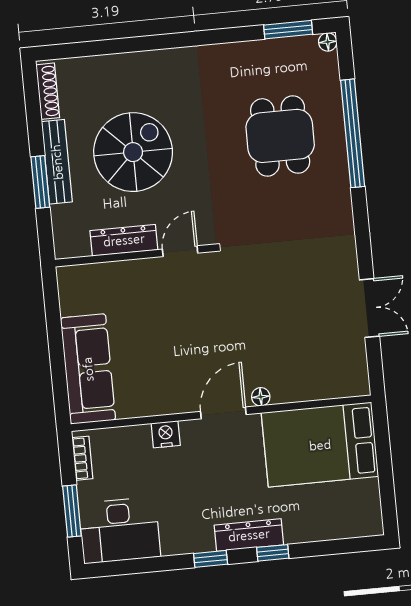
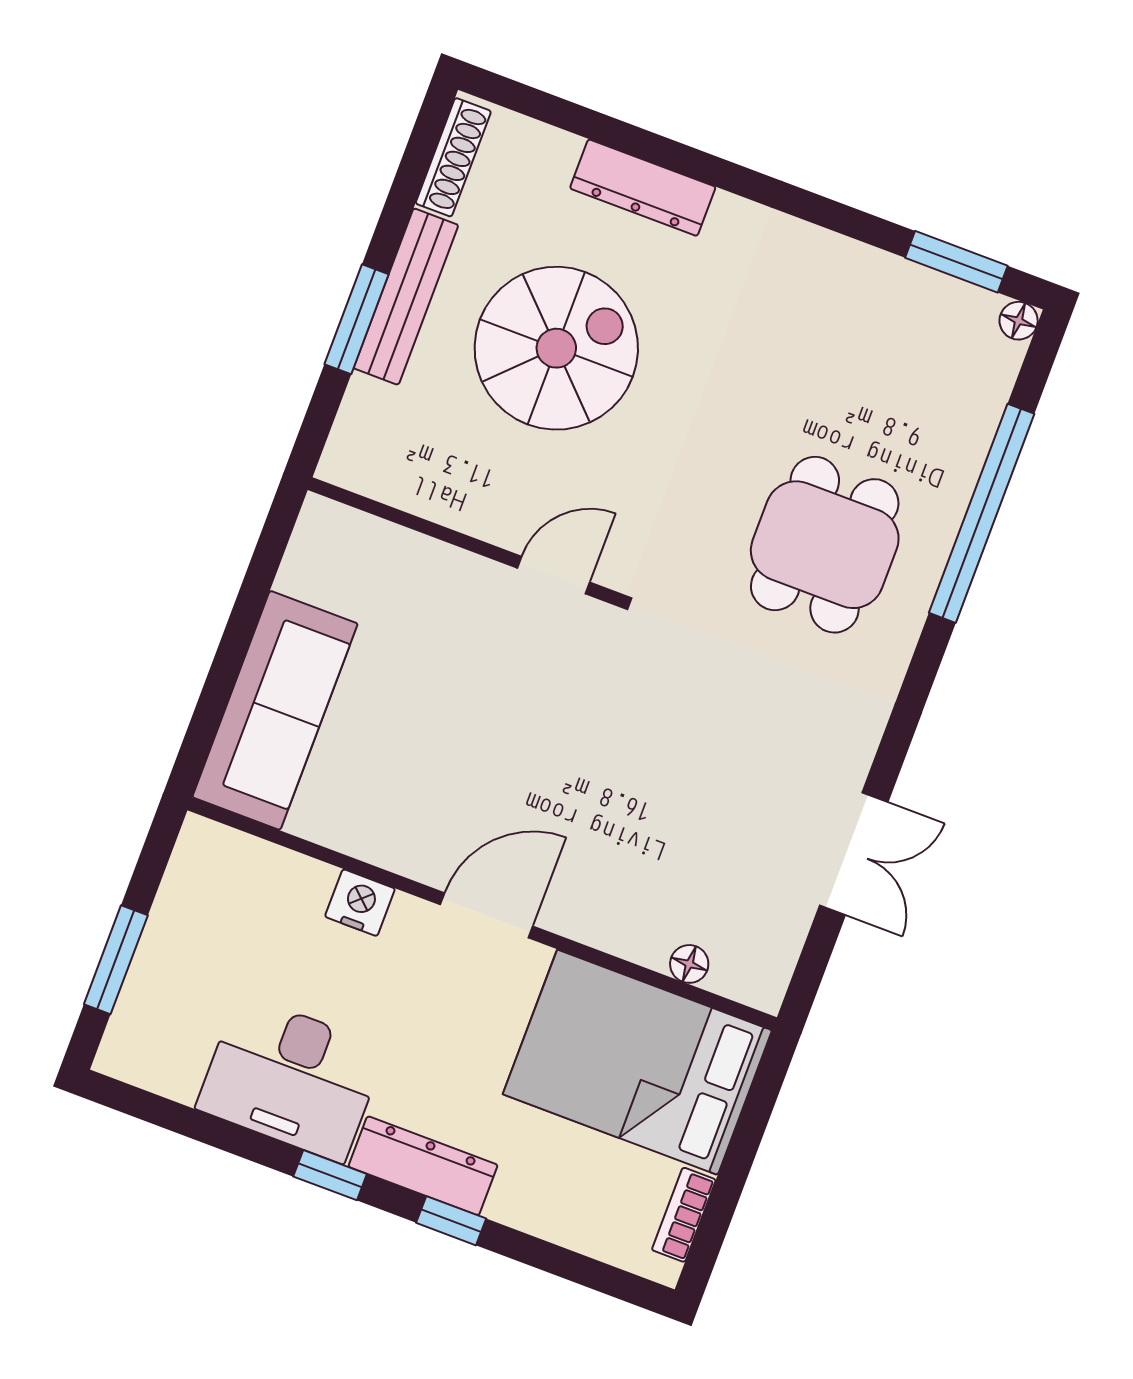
dining table: (280, 136) -> (825, 545), moved
dresser: (124, 240) -> (643, 188), moved, turned 180
floor lamp: (261, 397) -> (689, 964), moved
bookcase: (82, 458) -> (684, 1215), moved, turned 180
desk: (120, 530) -> (291, 1078), moved

